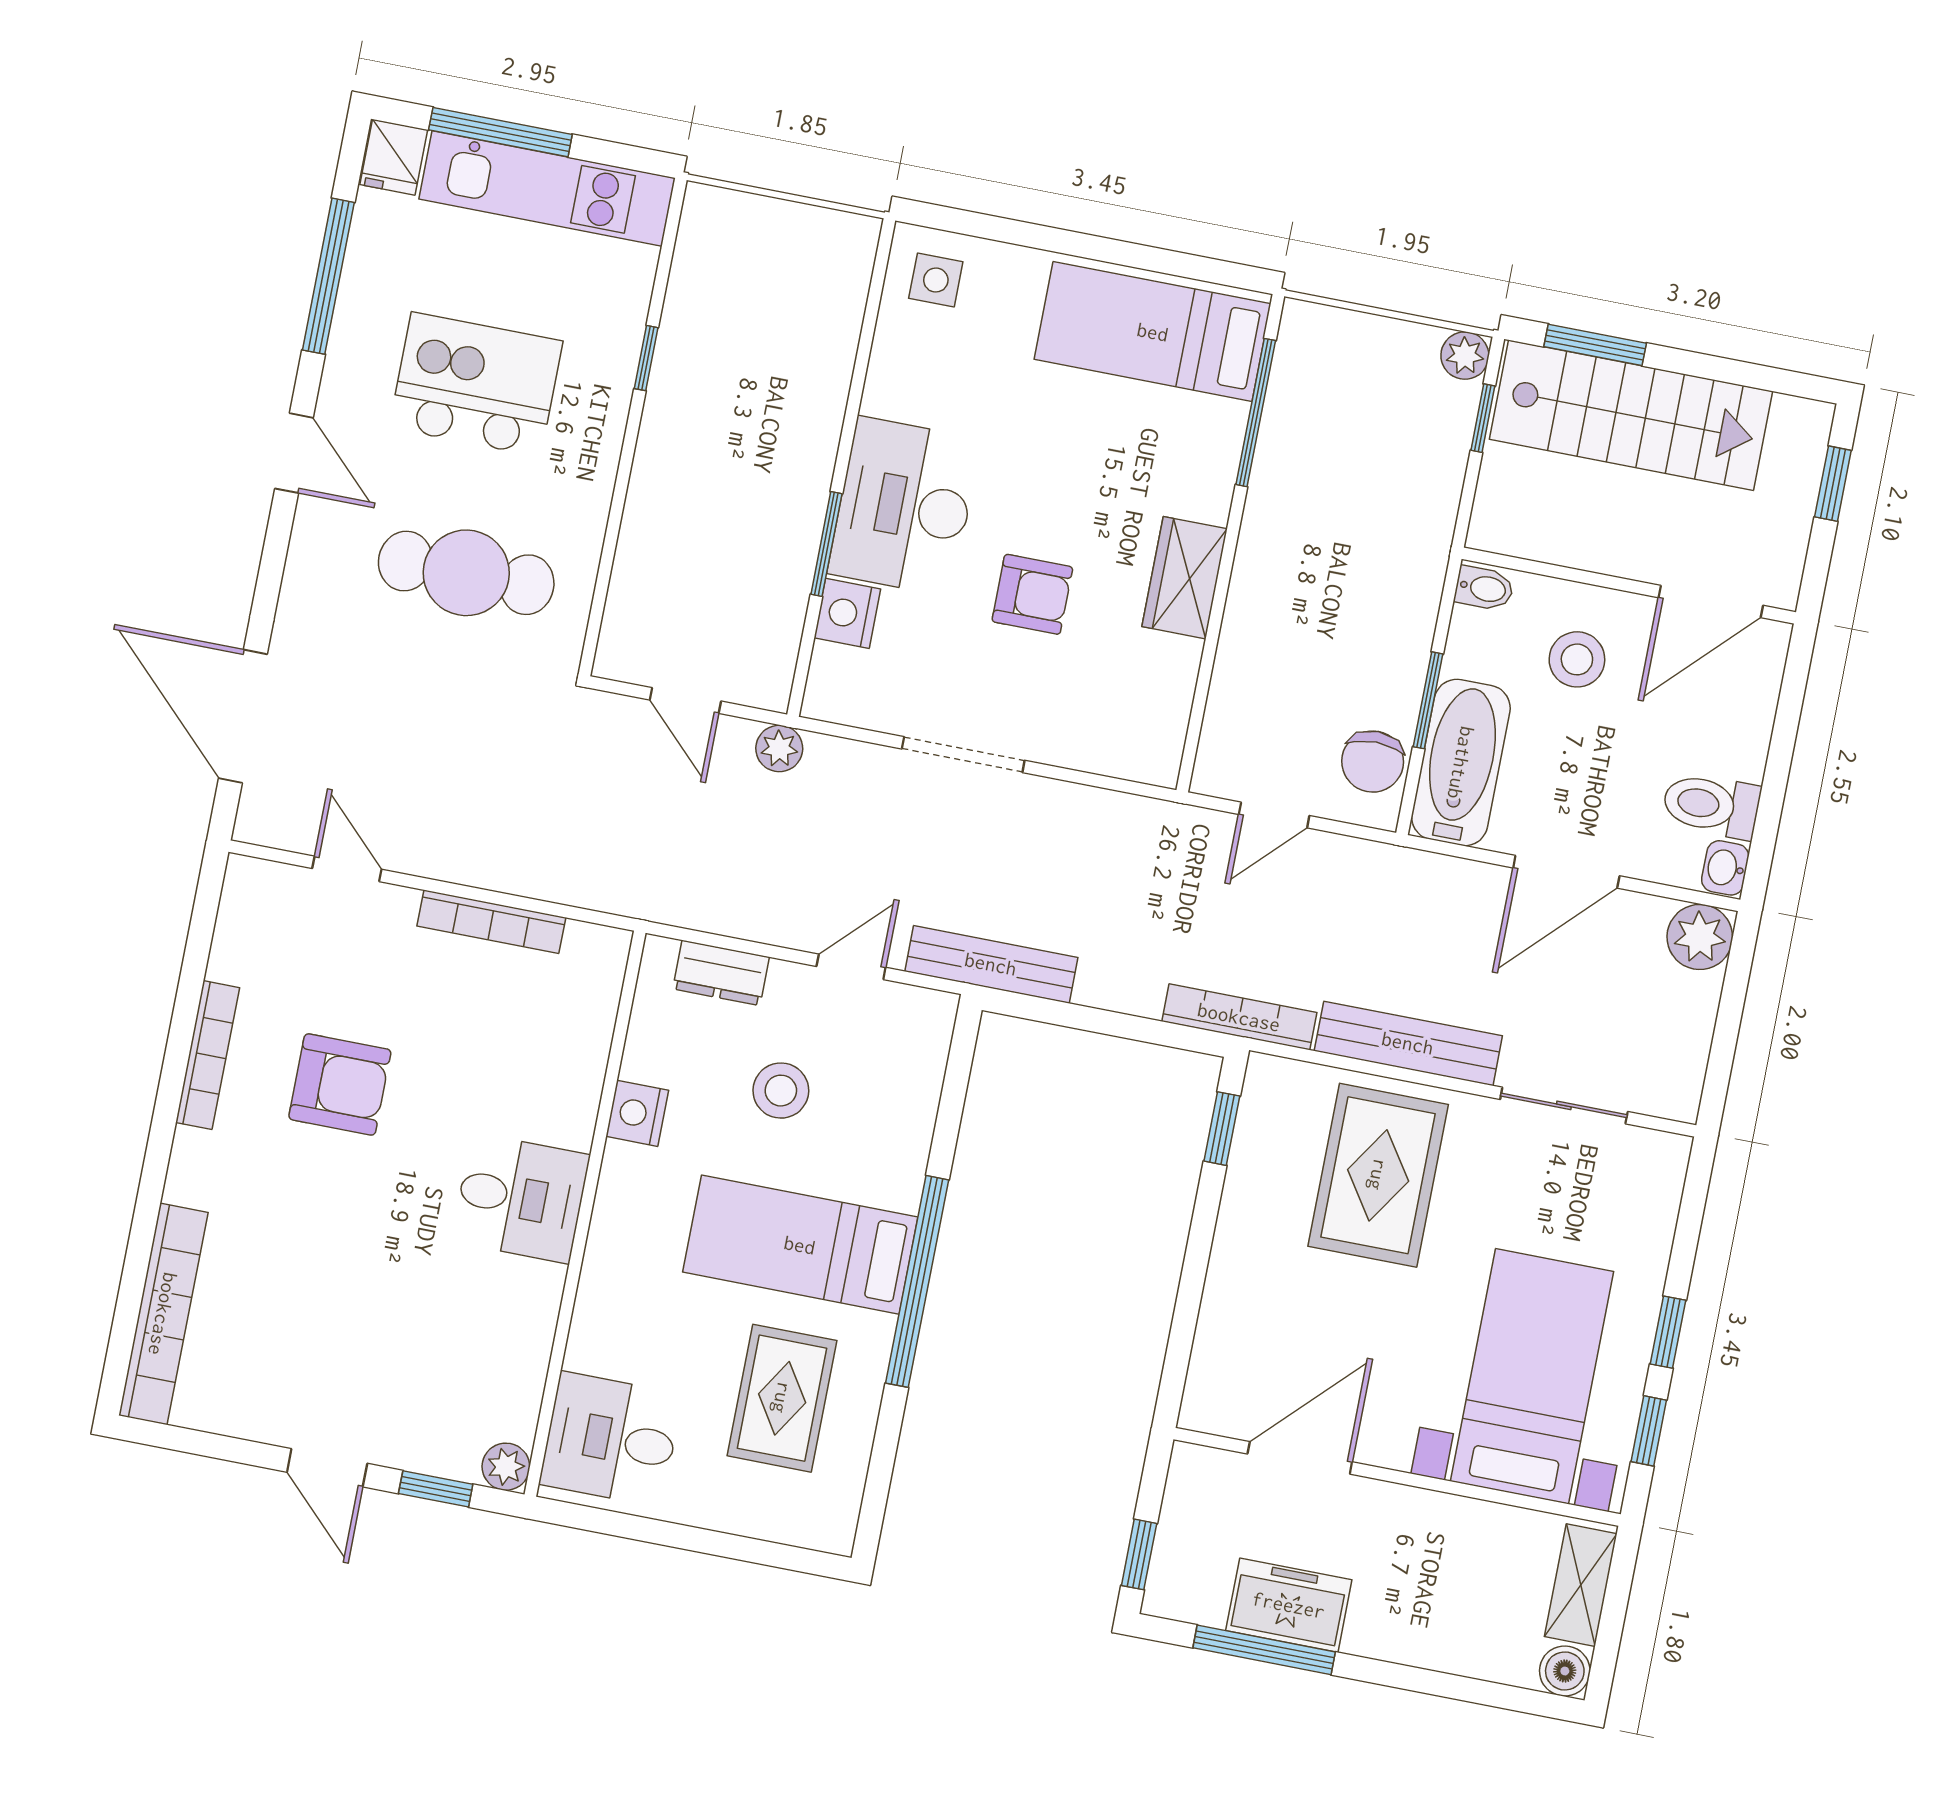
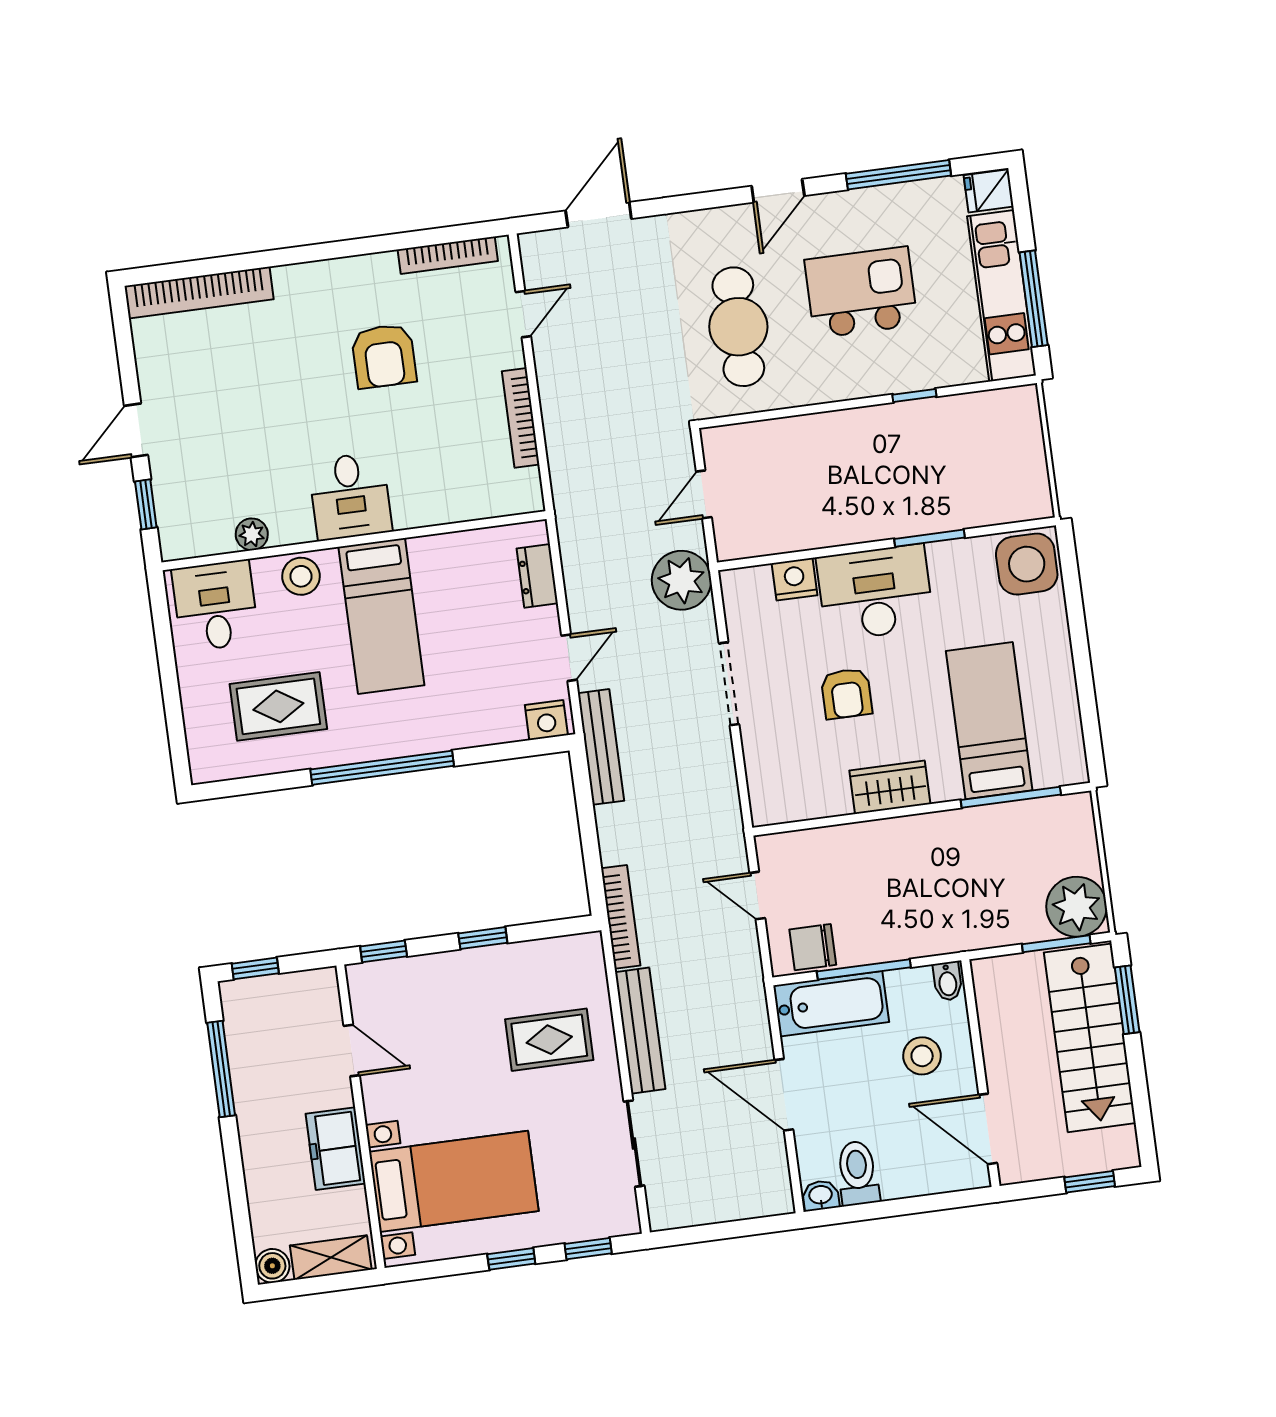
window: (500, 132) -> (1034, 299), moved
side table: (936, 280) -> (1027, 564), width x1.87, depth x1.87
bed: (1153, 332) -> (989, 721), moved
plant: (1465, 356) -> (1076, 907), width x1.88, depth x1.88
kitchen island: (476, 384) -> (861, 292), turned -90
window: (1483, 418) -> (1056, 944), width x1.50
window: (826, 544) -> (929, 538), moved
window: (1428, 700) -> (864, 969), width x1.44
door: (243, 716) -> (599, 215), width x0.73
plant: (779, 748) -> (682, 580), width x1.88, depth x1.88
plant: (1700, 937) -> (771, 1194), removed
door: (851, 967) -> (569, 658), hinge flipped
bookcase: (208, 1055) -> (448, 255), moved
stool: (781, 1091) -> (301, 576), moved
nightstand: (637, 1113) -> (546, 720), moved, turned 180
window: (1222, 1129) -> (483, 938), moved
rug: (1378, 1175) -> (549, 1040), width x0.73, depth x0.70
bed: (800, 1245) -> (381, 616), moved, turned 180
window: (1176, 1366) -> (384, 951), added
window: (1649, 1431) -> (588, 1249), moved
door: (1300, 1458) -> (352, 1050), width x0.73
plant: (506, 1467) -> (252, 534), moved
freezer: (1289, 1605) -> (336, 1149), moved, turned 180

